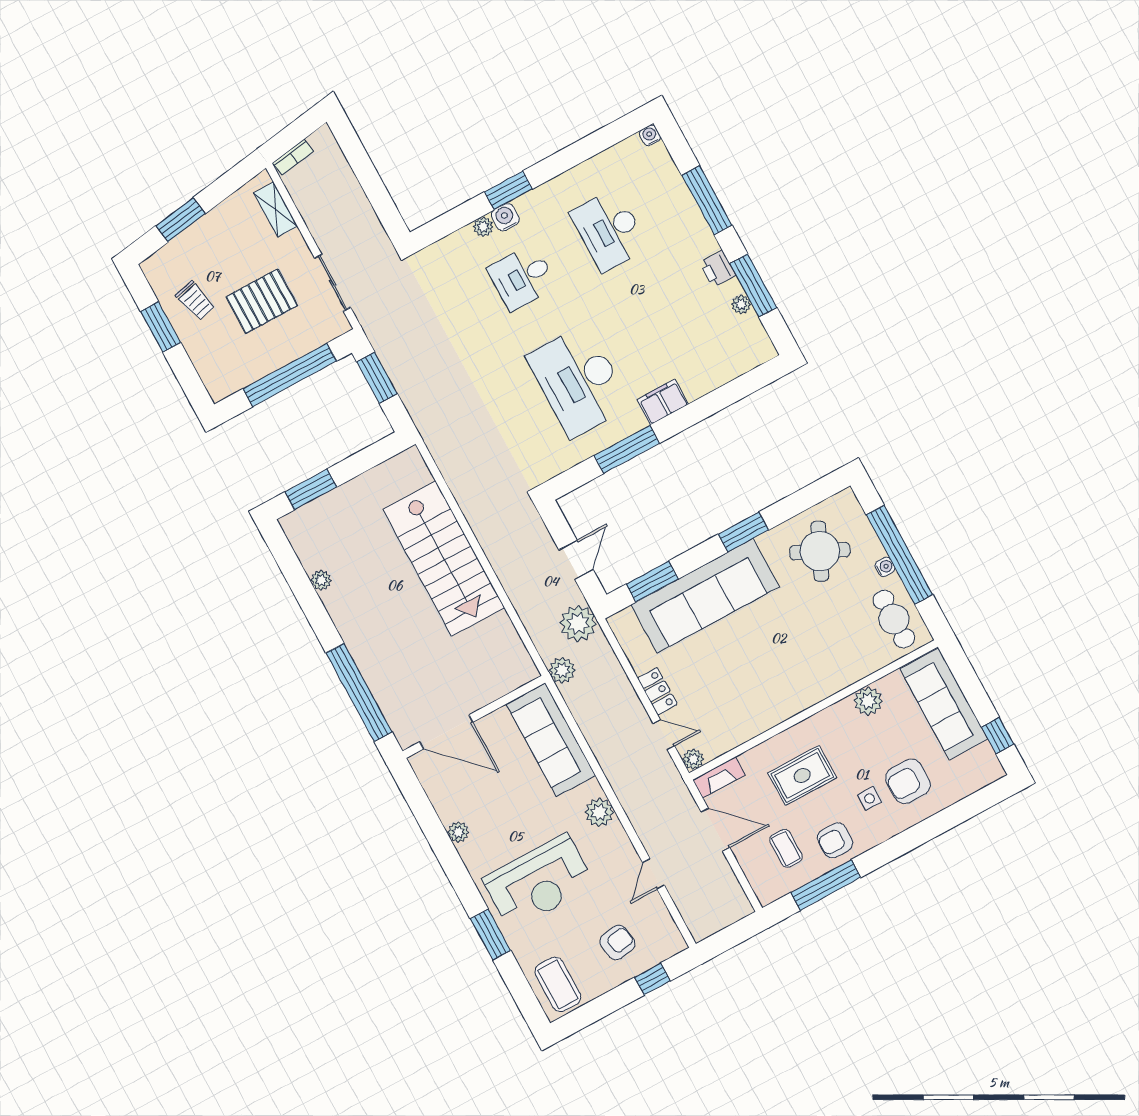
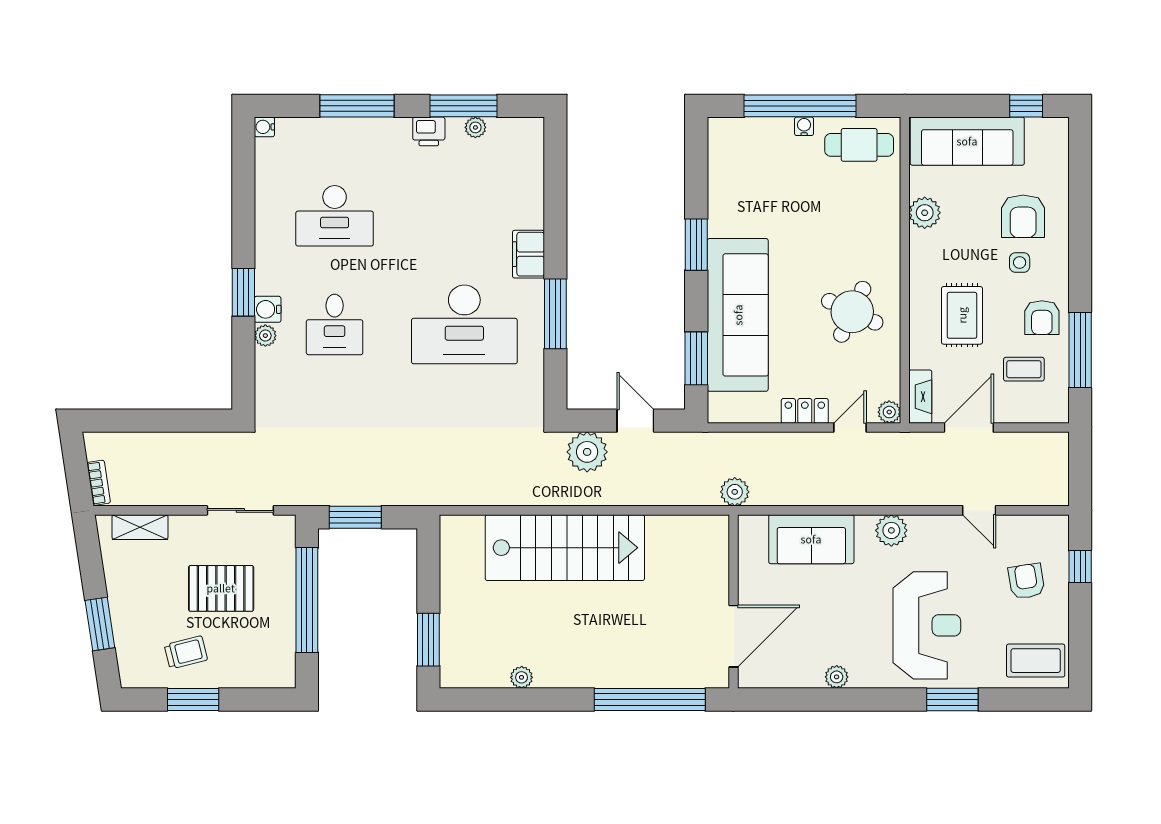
pallet: (262, 301) -> (221, 588), turned 90
round table: (820, 551) -> (852, 312), moved
plant: (578, 623) -> (587, 452), moved
sofa: (551, 740) -> (811, 539), width x0.73

